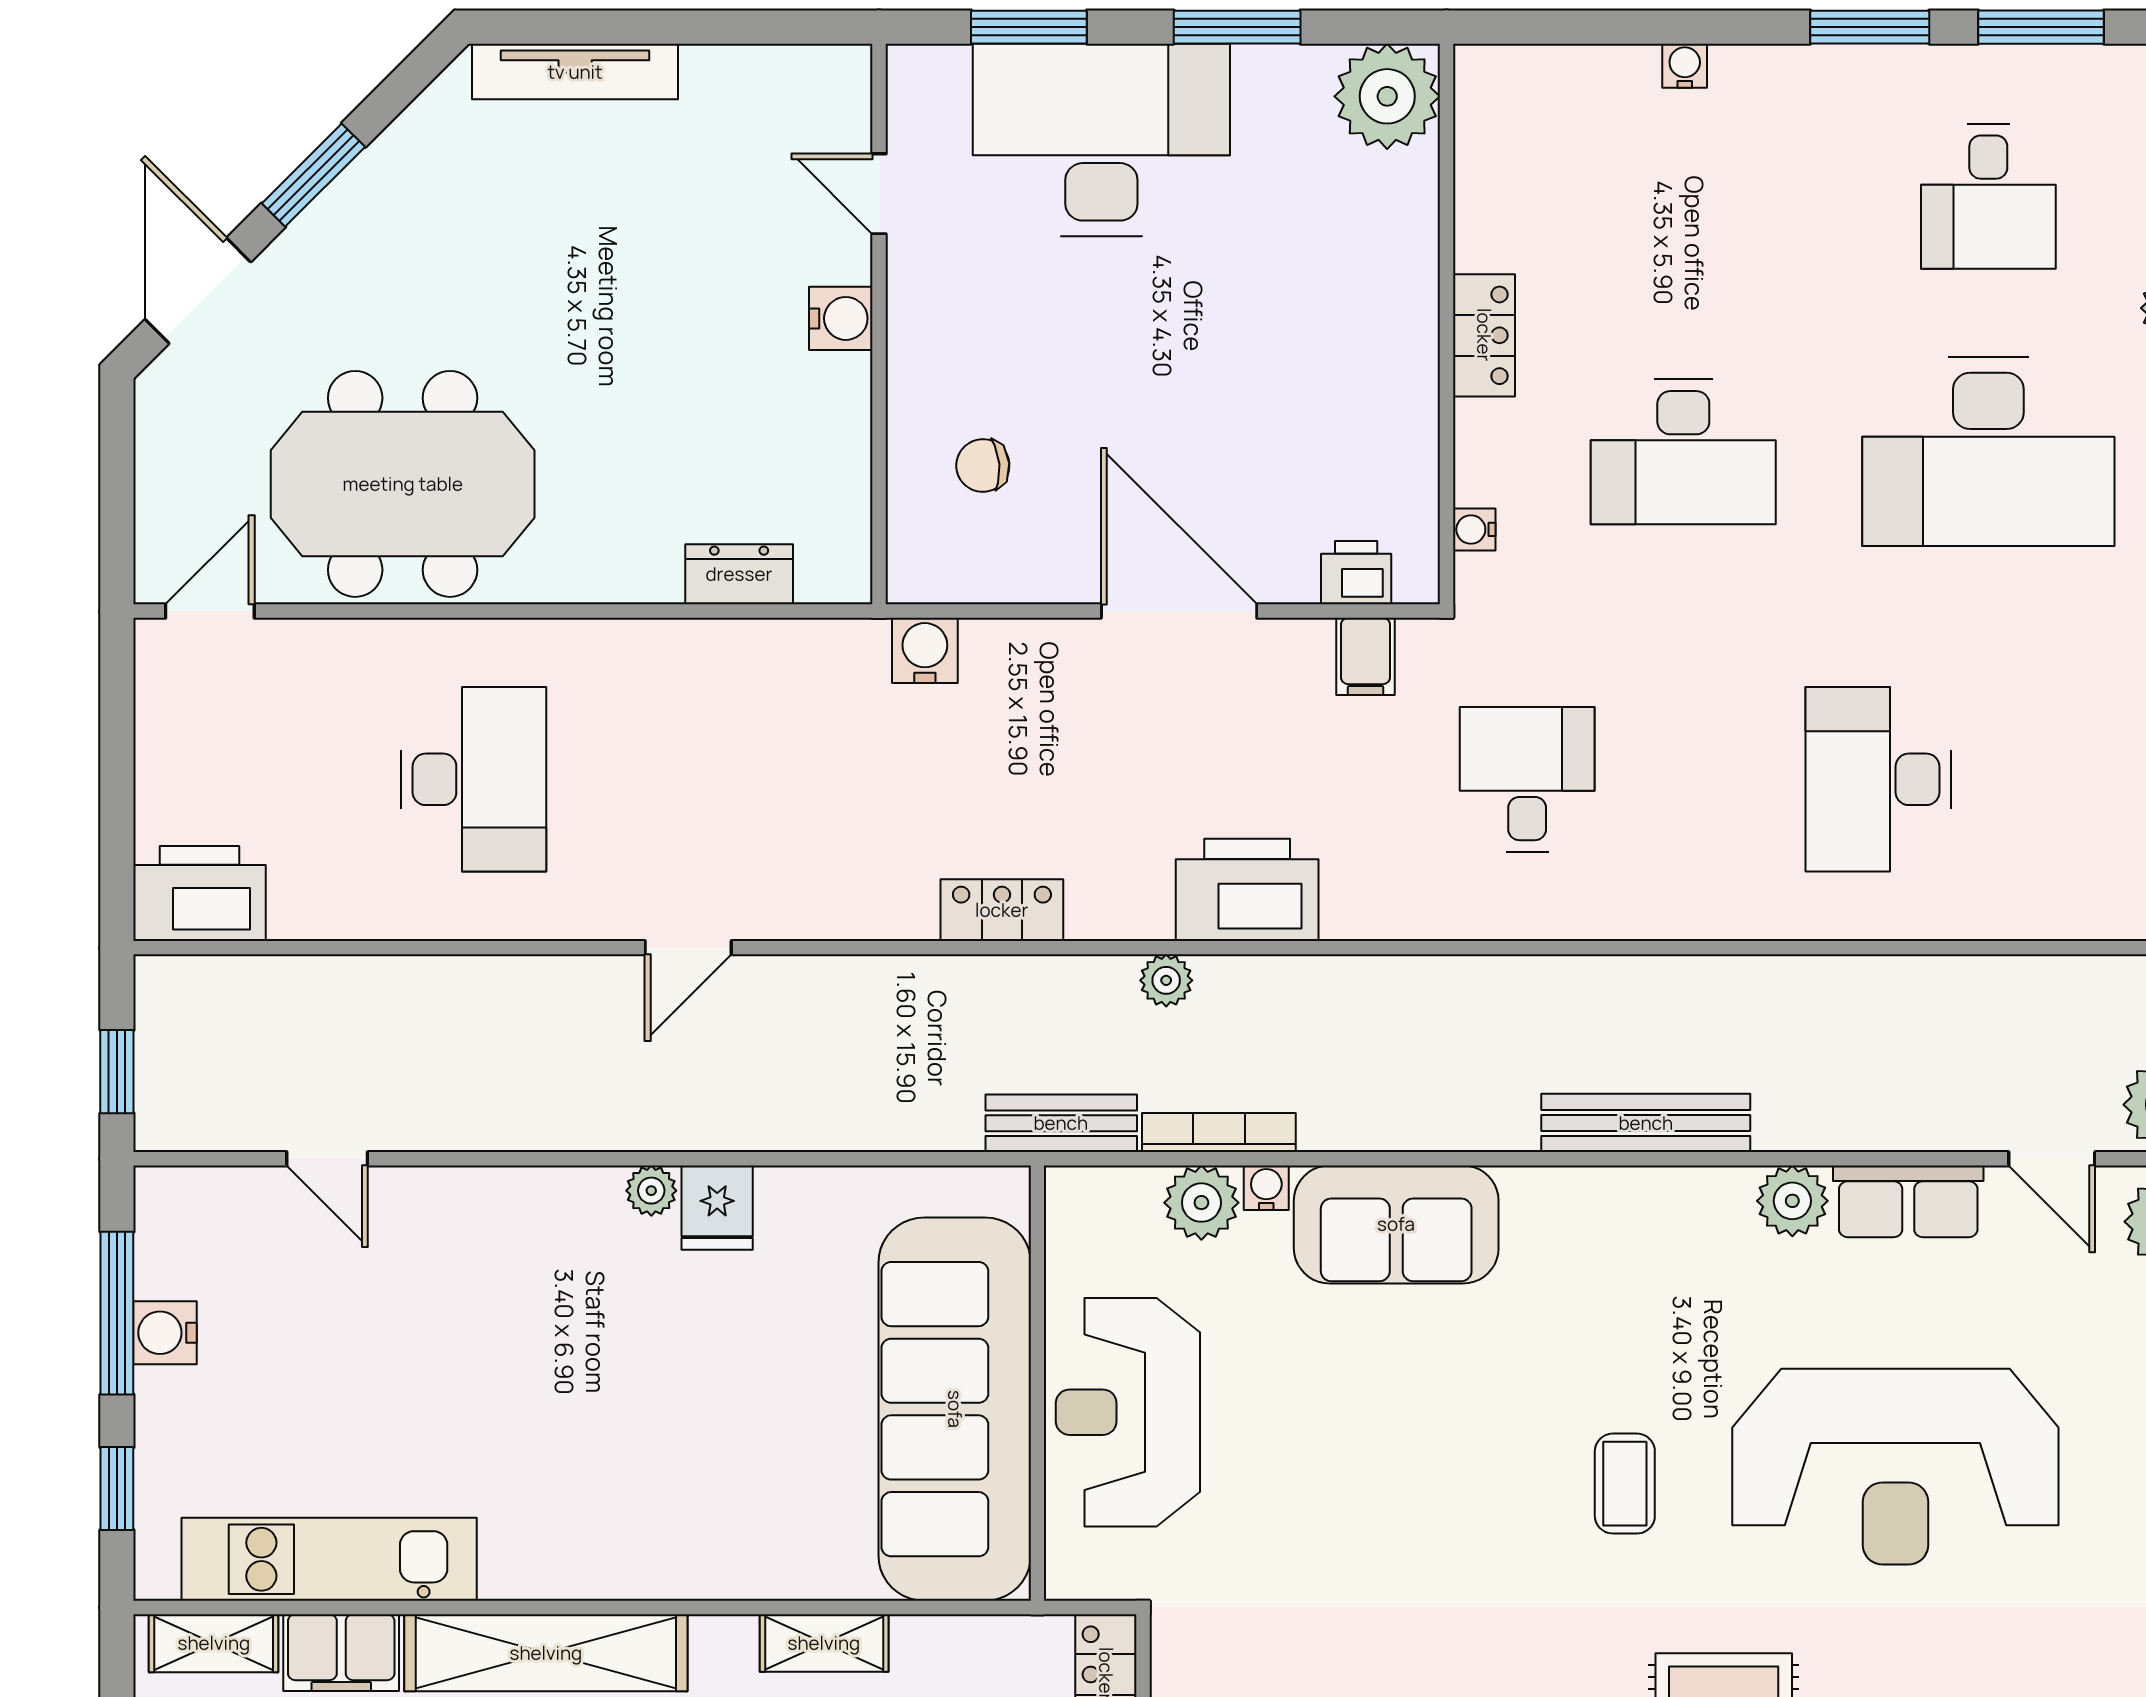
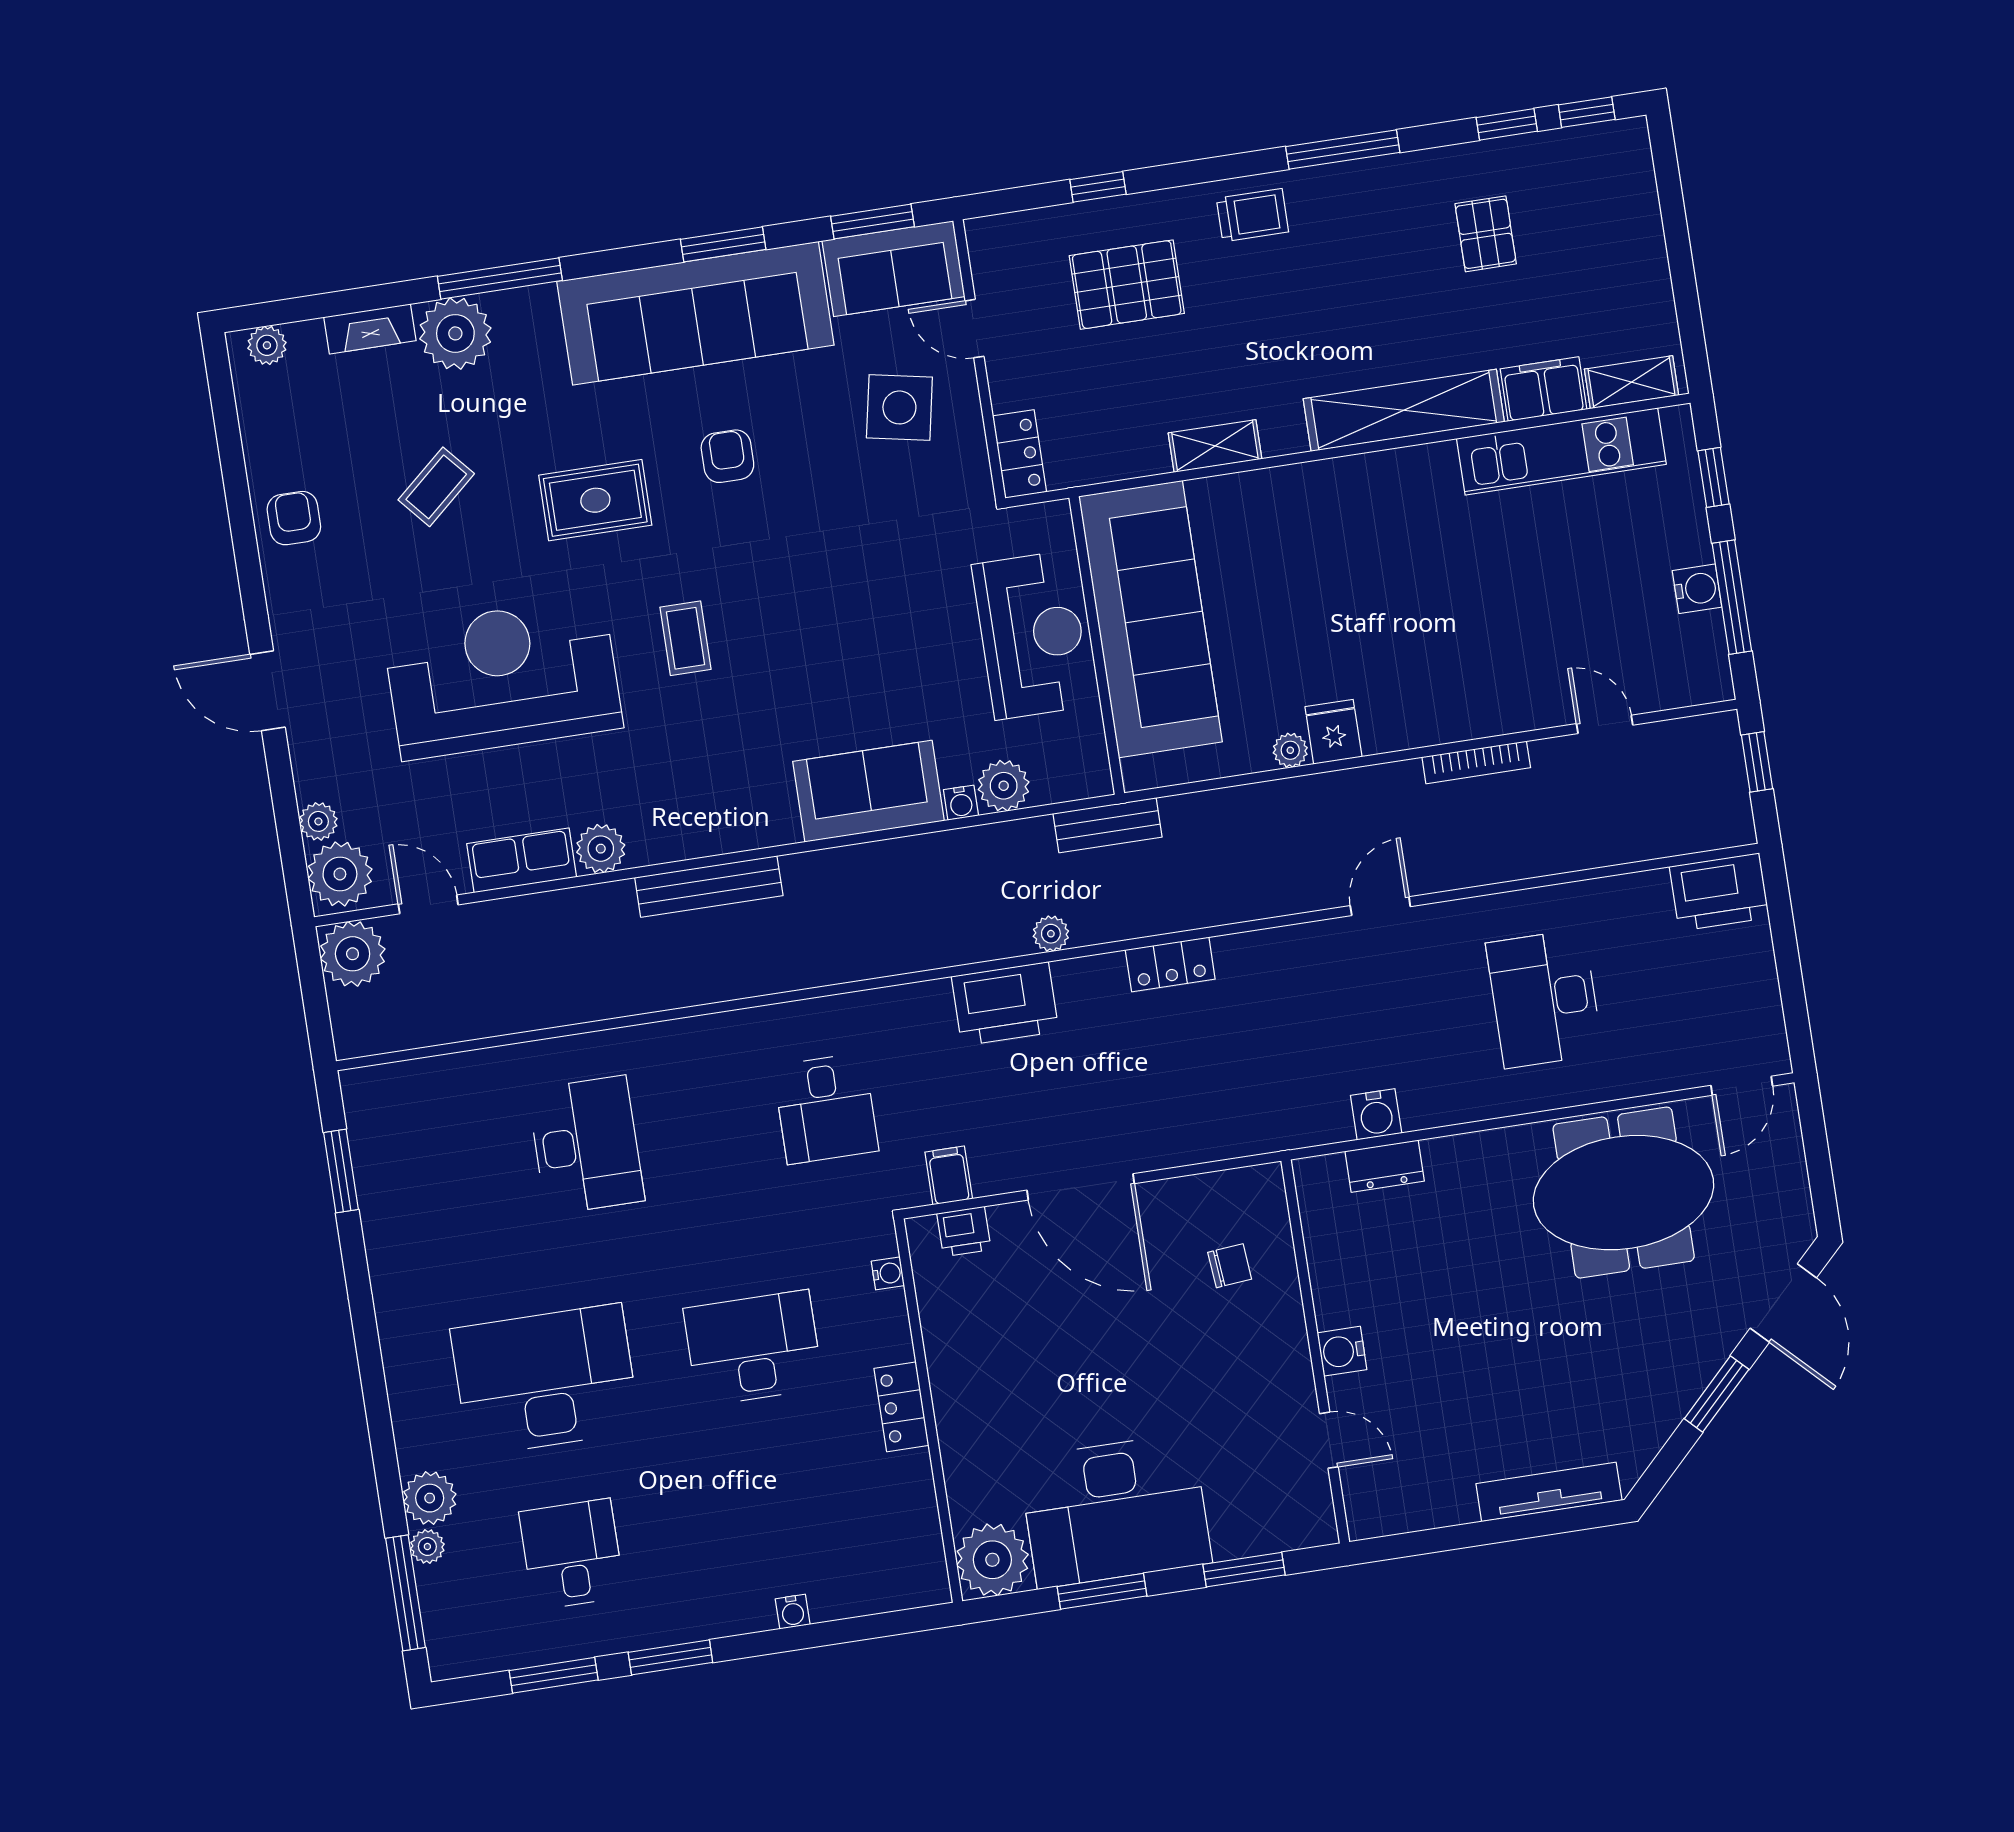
desk: (1101, 140) -> (1115, 1511), moved
water cooler: (925, 650) -> (1376, 1114), moved
bookcase: (1219, 1133) -> (1476, 762), moved
plant: (651, 1191) -> (1290, 750), moved

